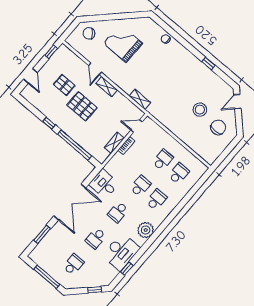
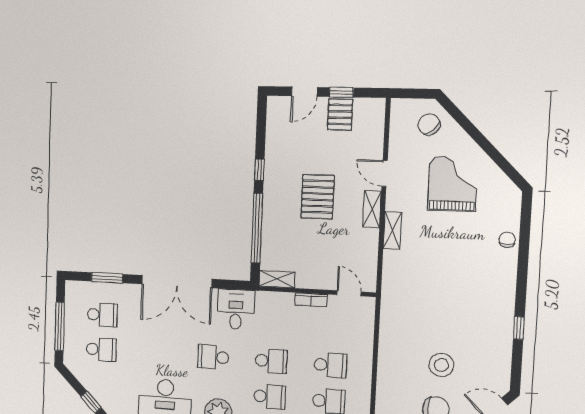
window: (51, 52) -> (341, 92), moved
door: (95, 69) -> (385, 173), hinge flipped
pallet: (64, 85) -> (340, 115), moved
shelving: (140, 99) -> (392, 230), moved
shelving: (114, 143) -> (277, 279), moved
school desk: (96, 238) -> (102, 315), moved, turned 180

